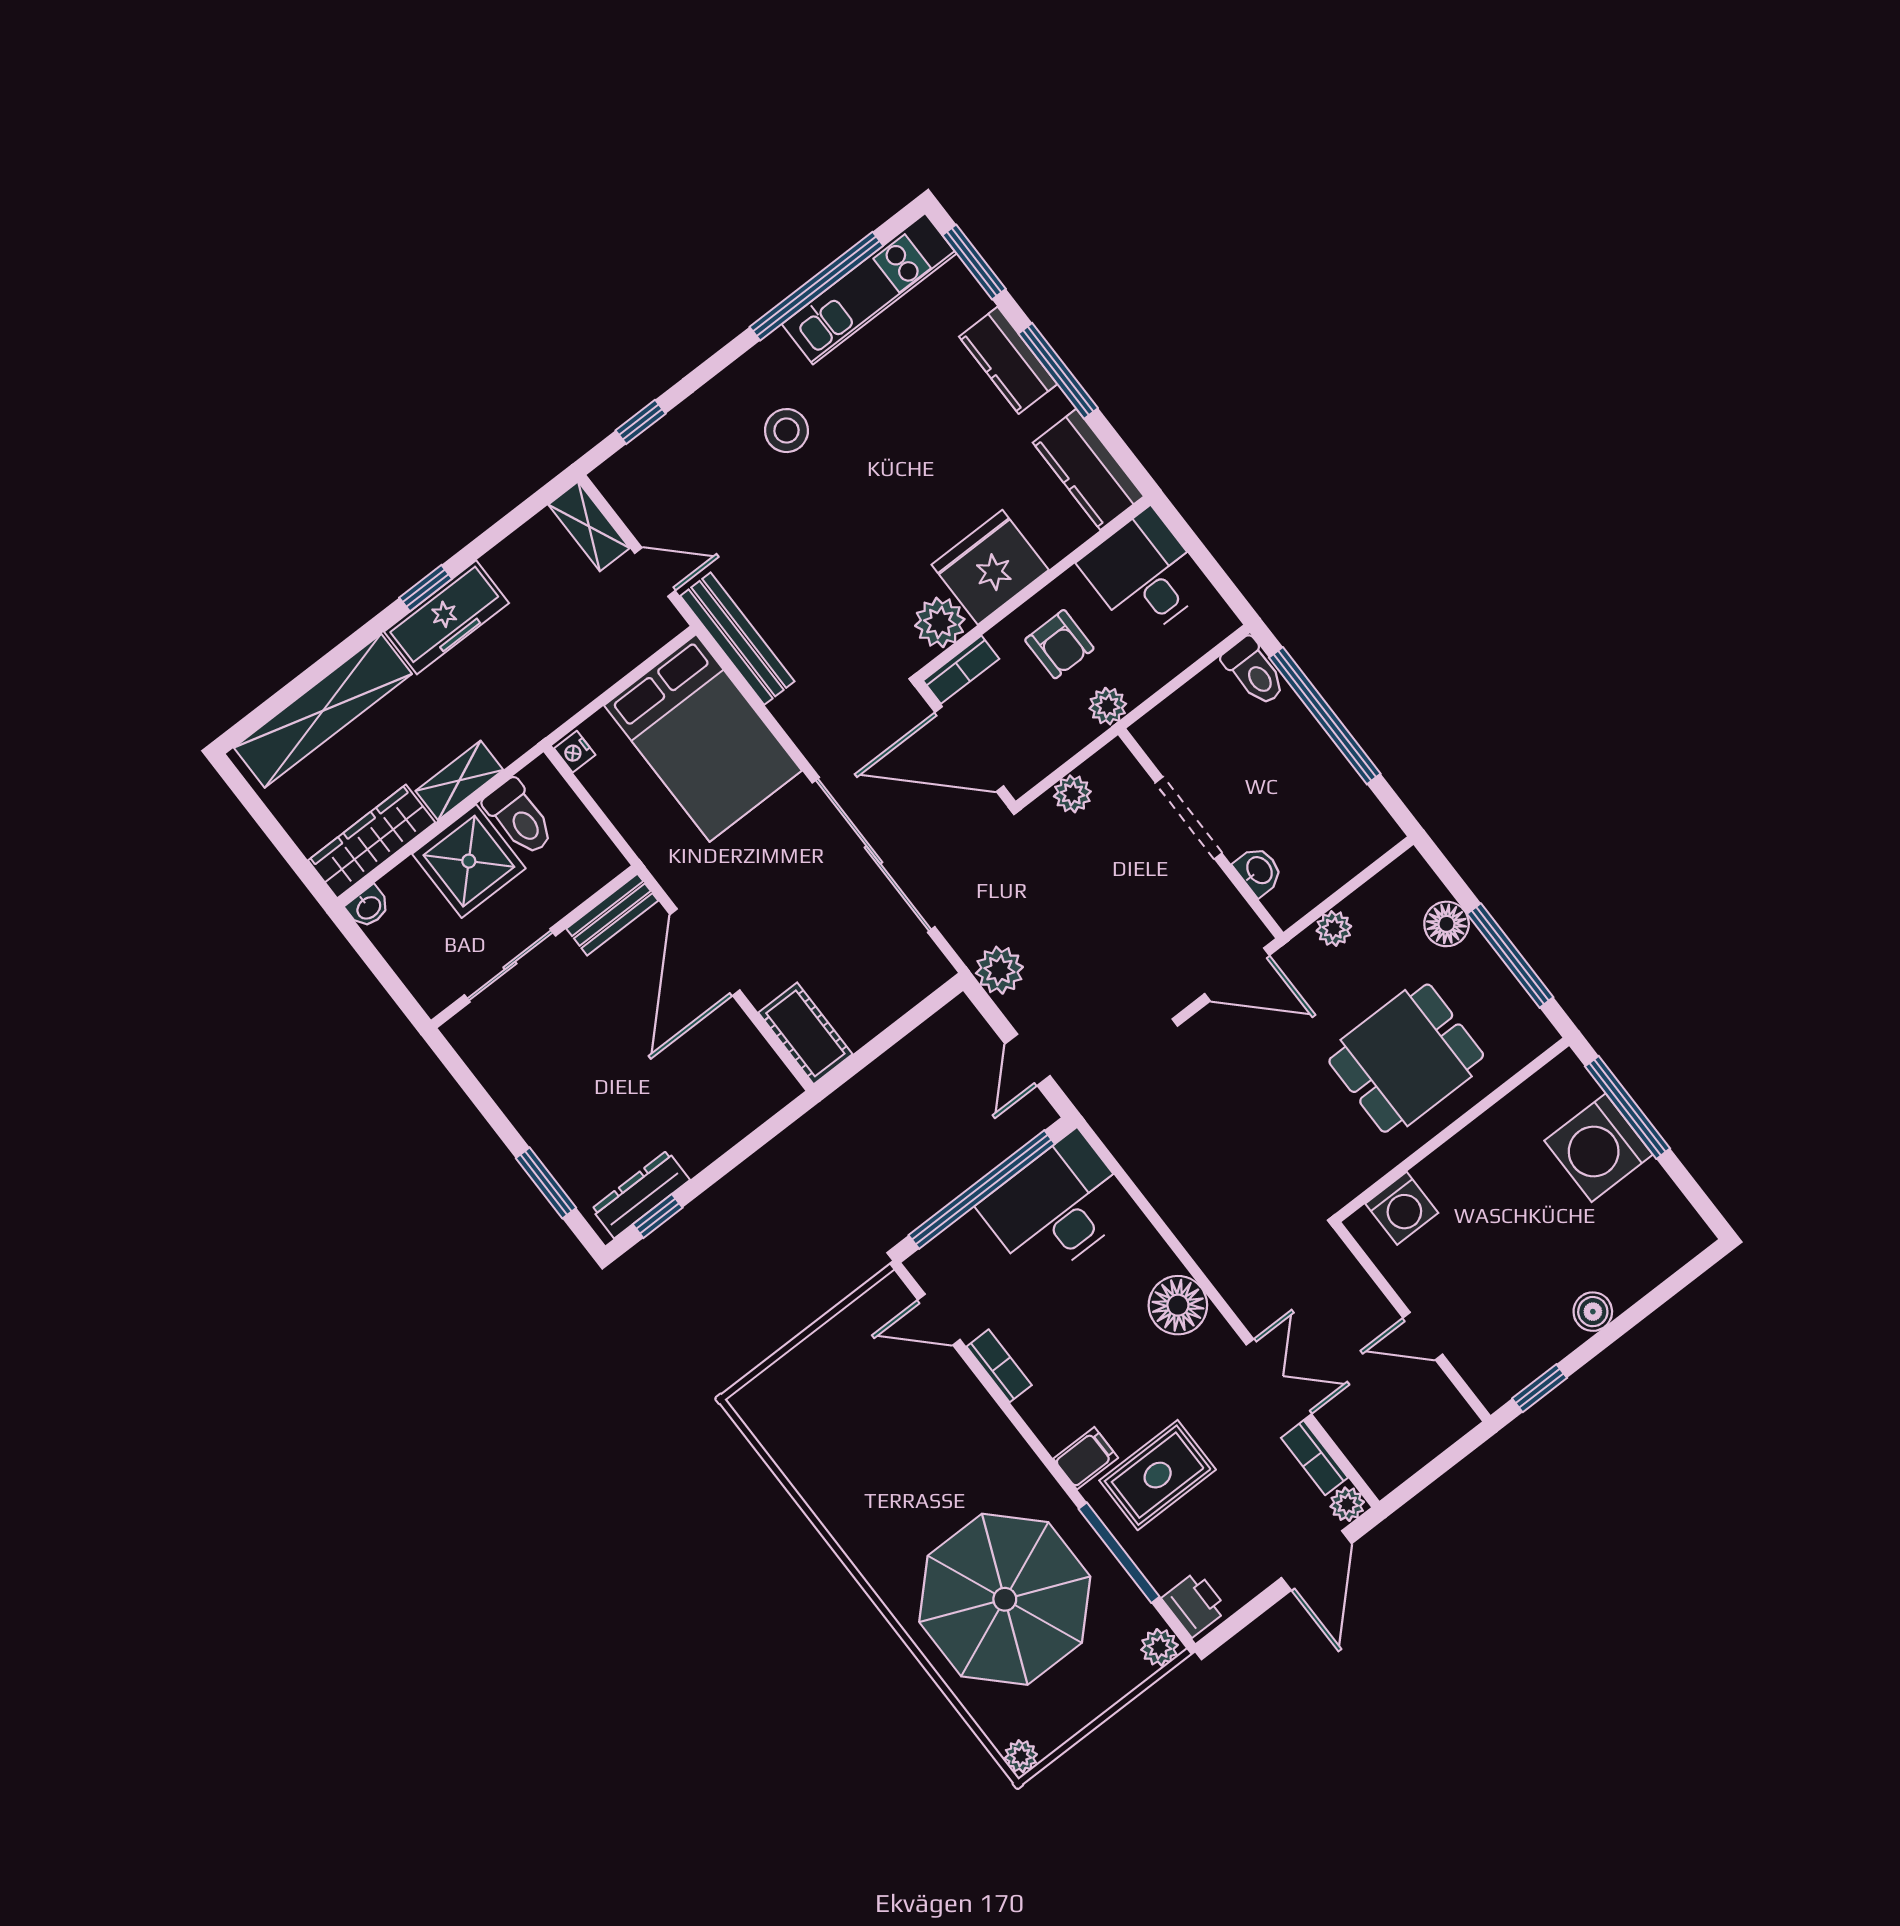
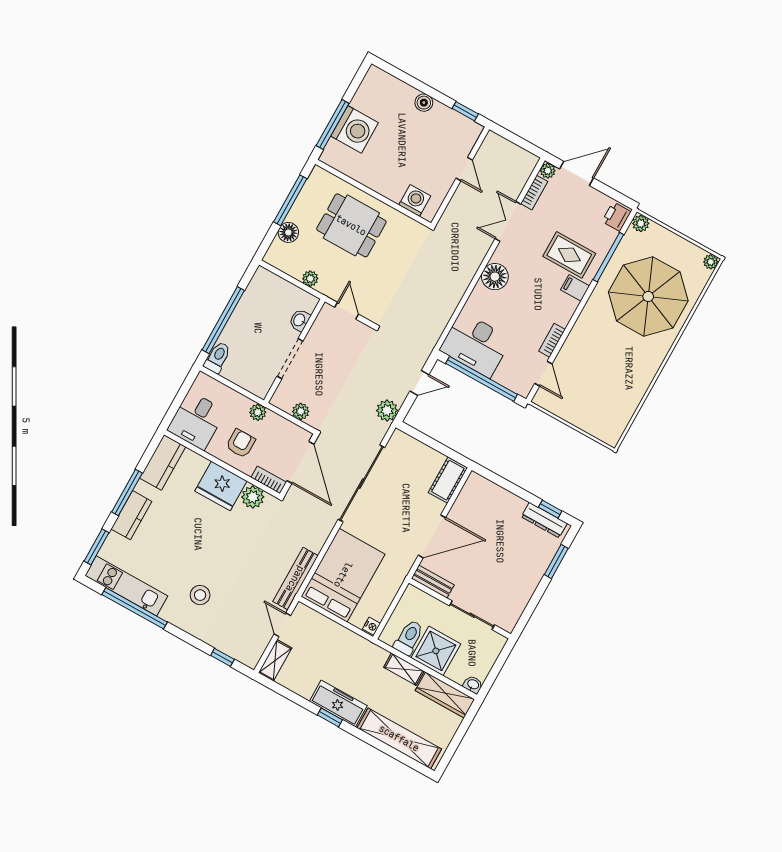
door: (1237, 974) -> (347, 311), width x0.73

